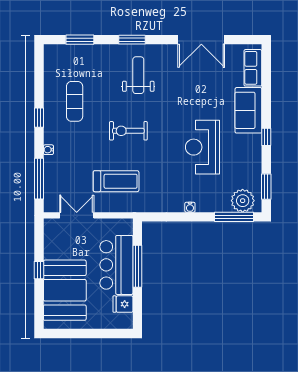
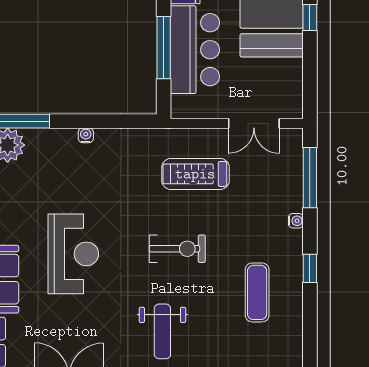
reception desk: (202, 147) -> (73, 254), moved
window: (39, 270) -> (310, 17), moved

